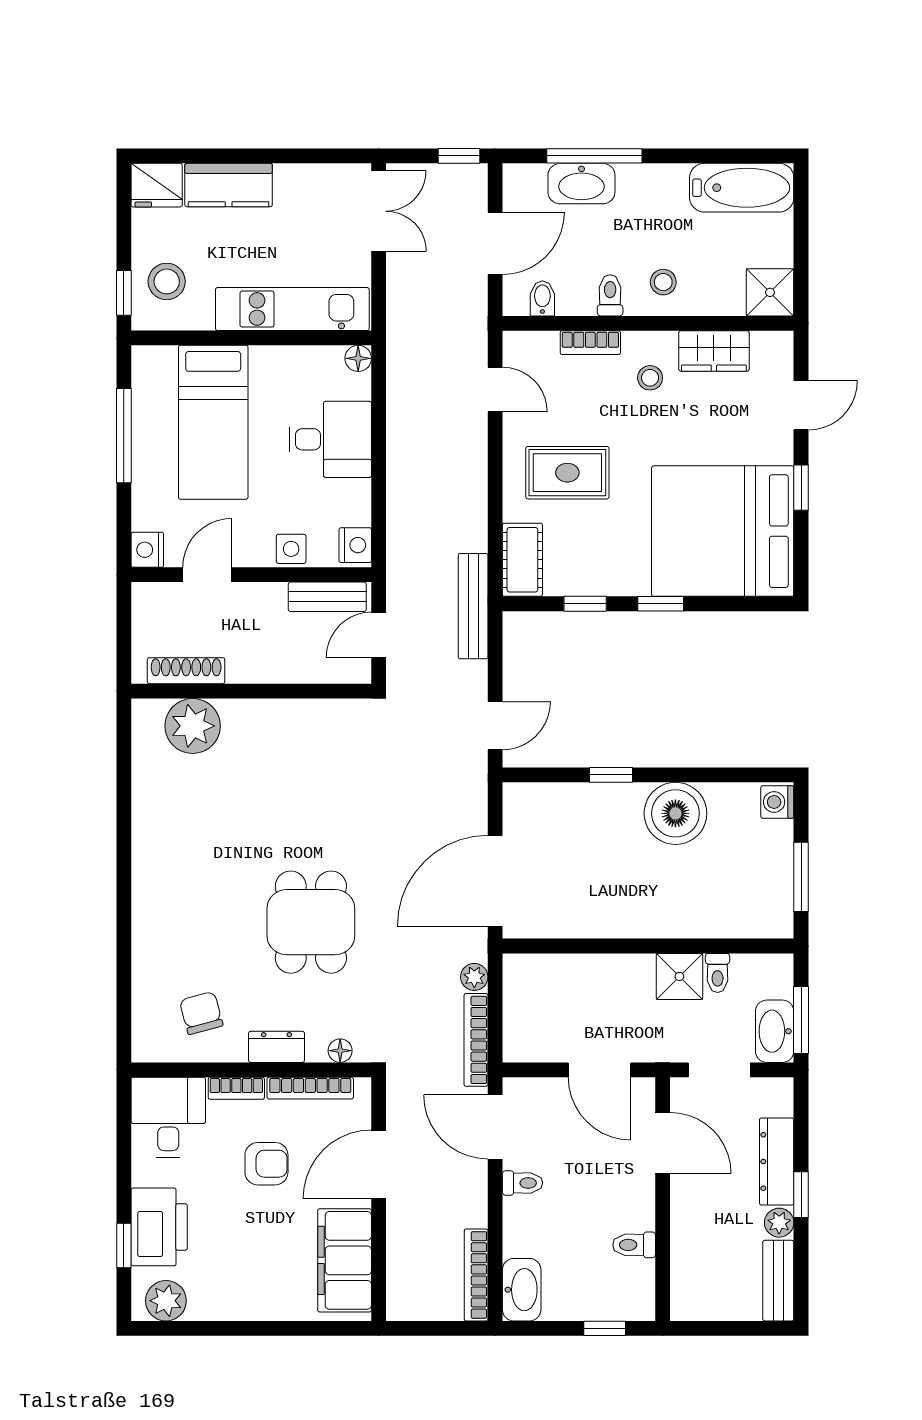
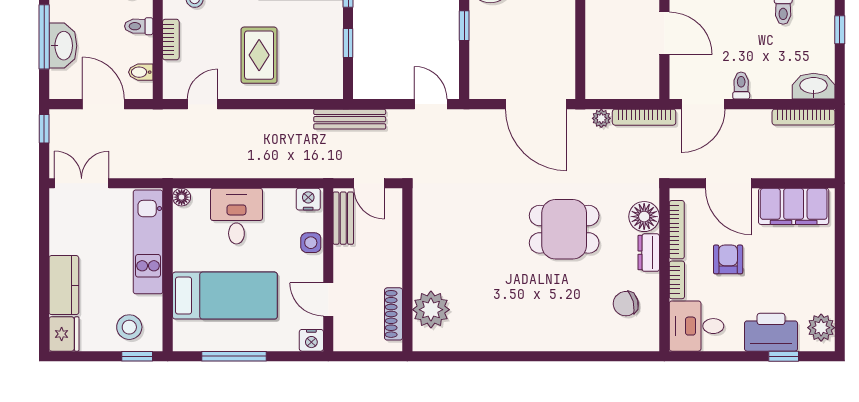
cot: (522, 560) -> (318, 86), removed
floor lamp: (340, 1051) -> (644, 217), width x1.89, depth x1.89
door: (600, 1070) -> (664, 33), hinge flipped

